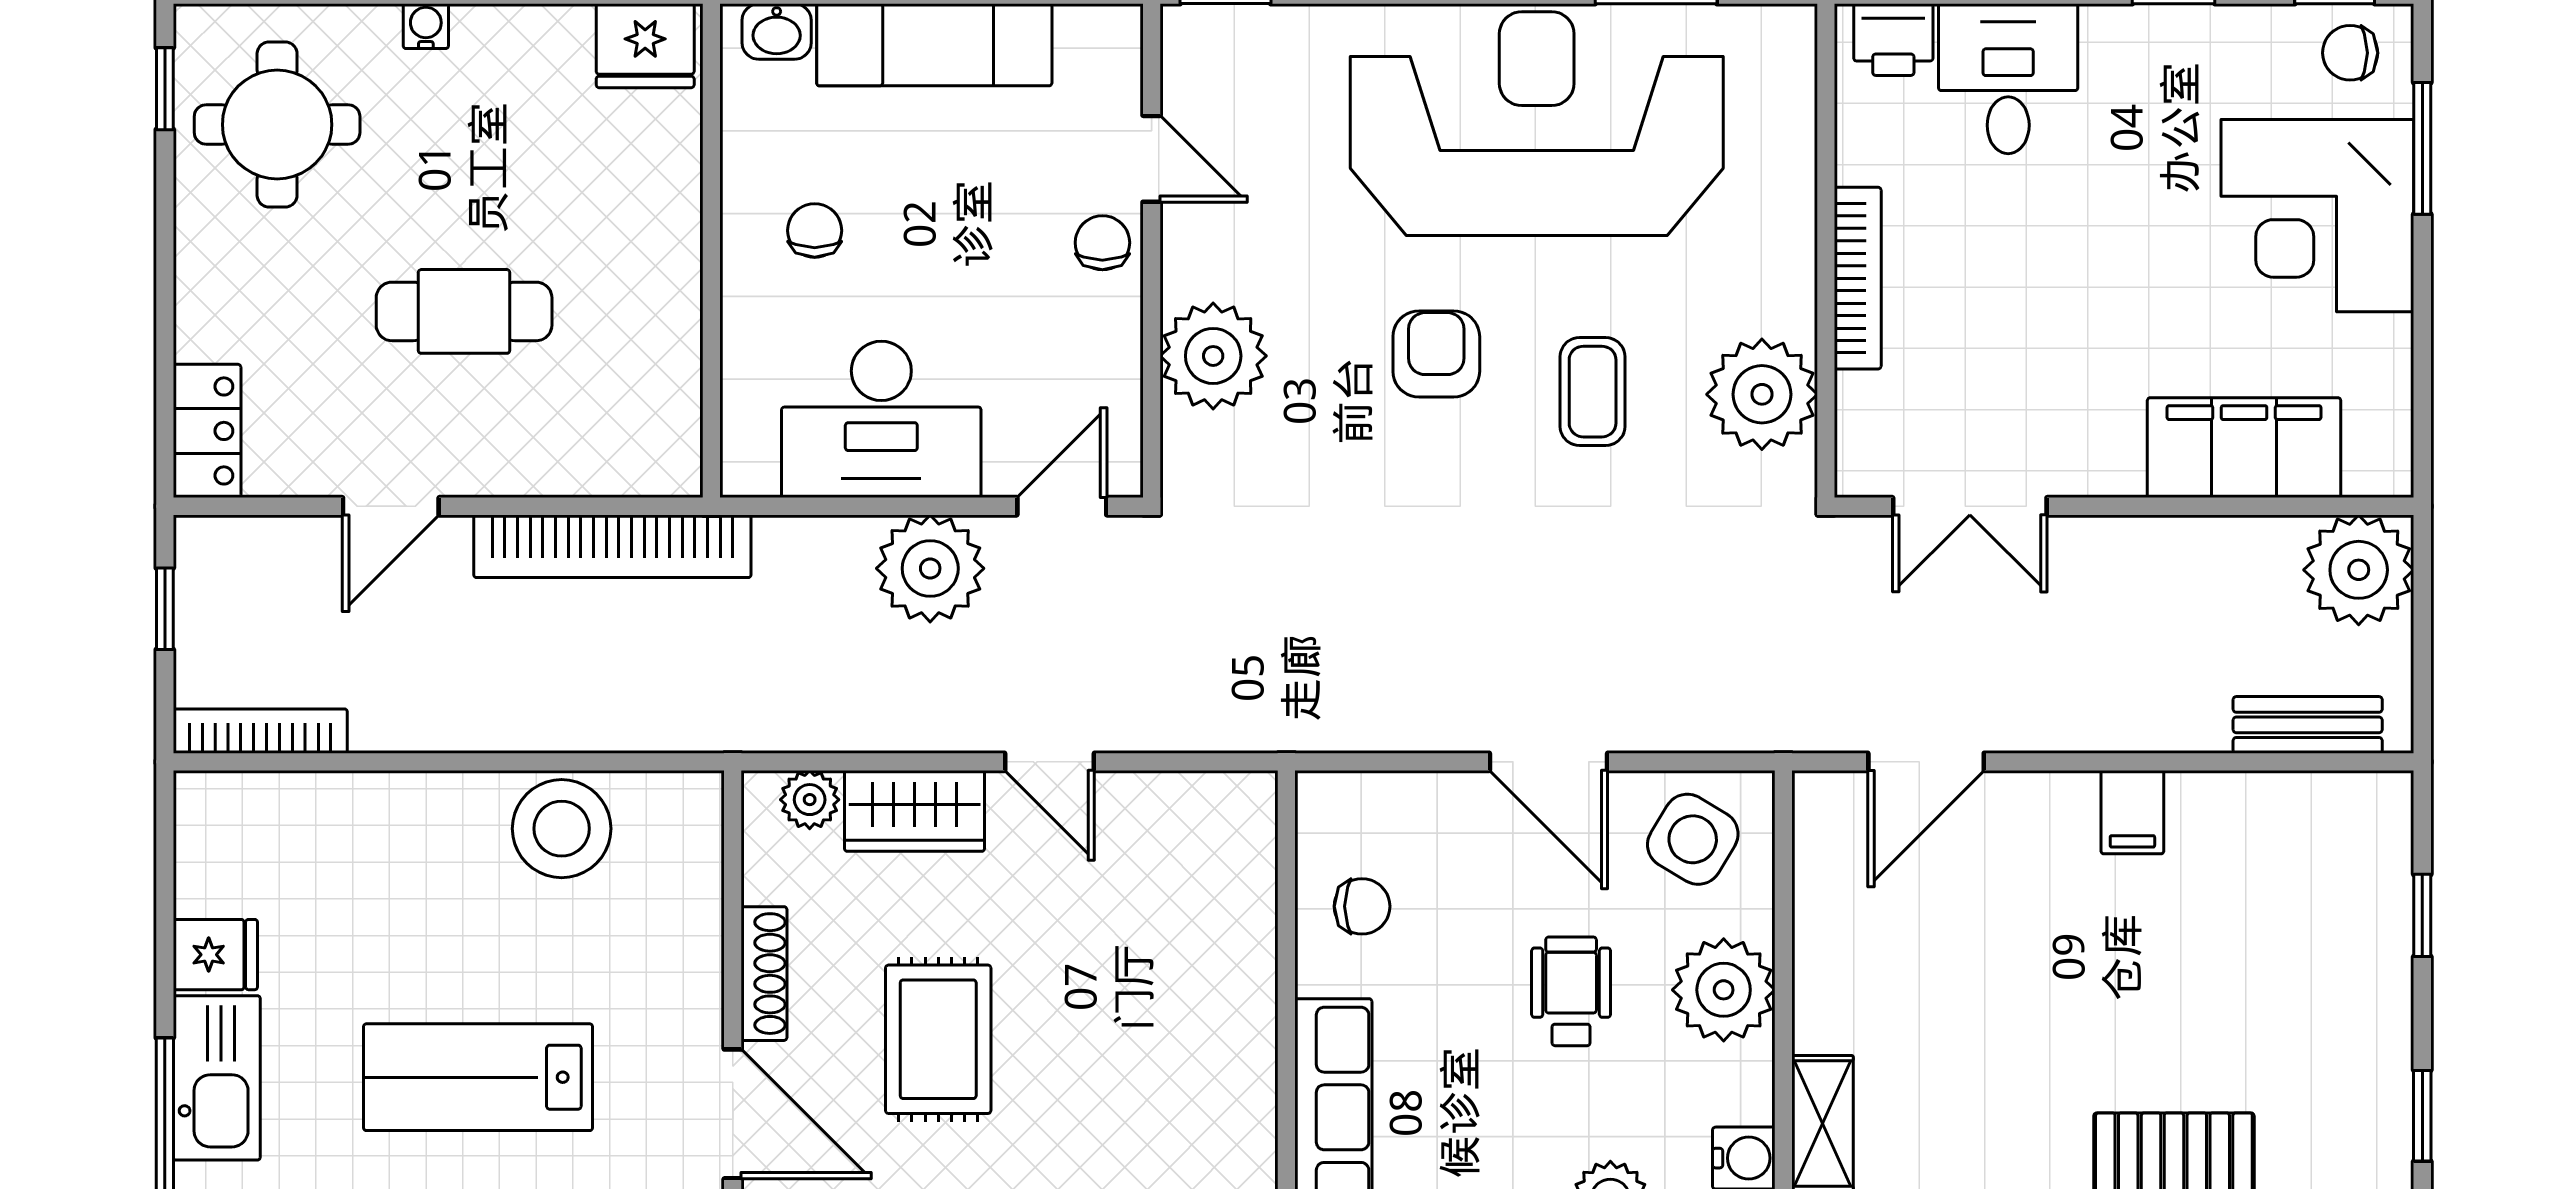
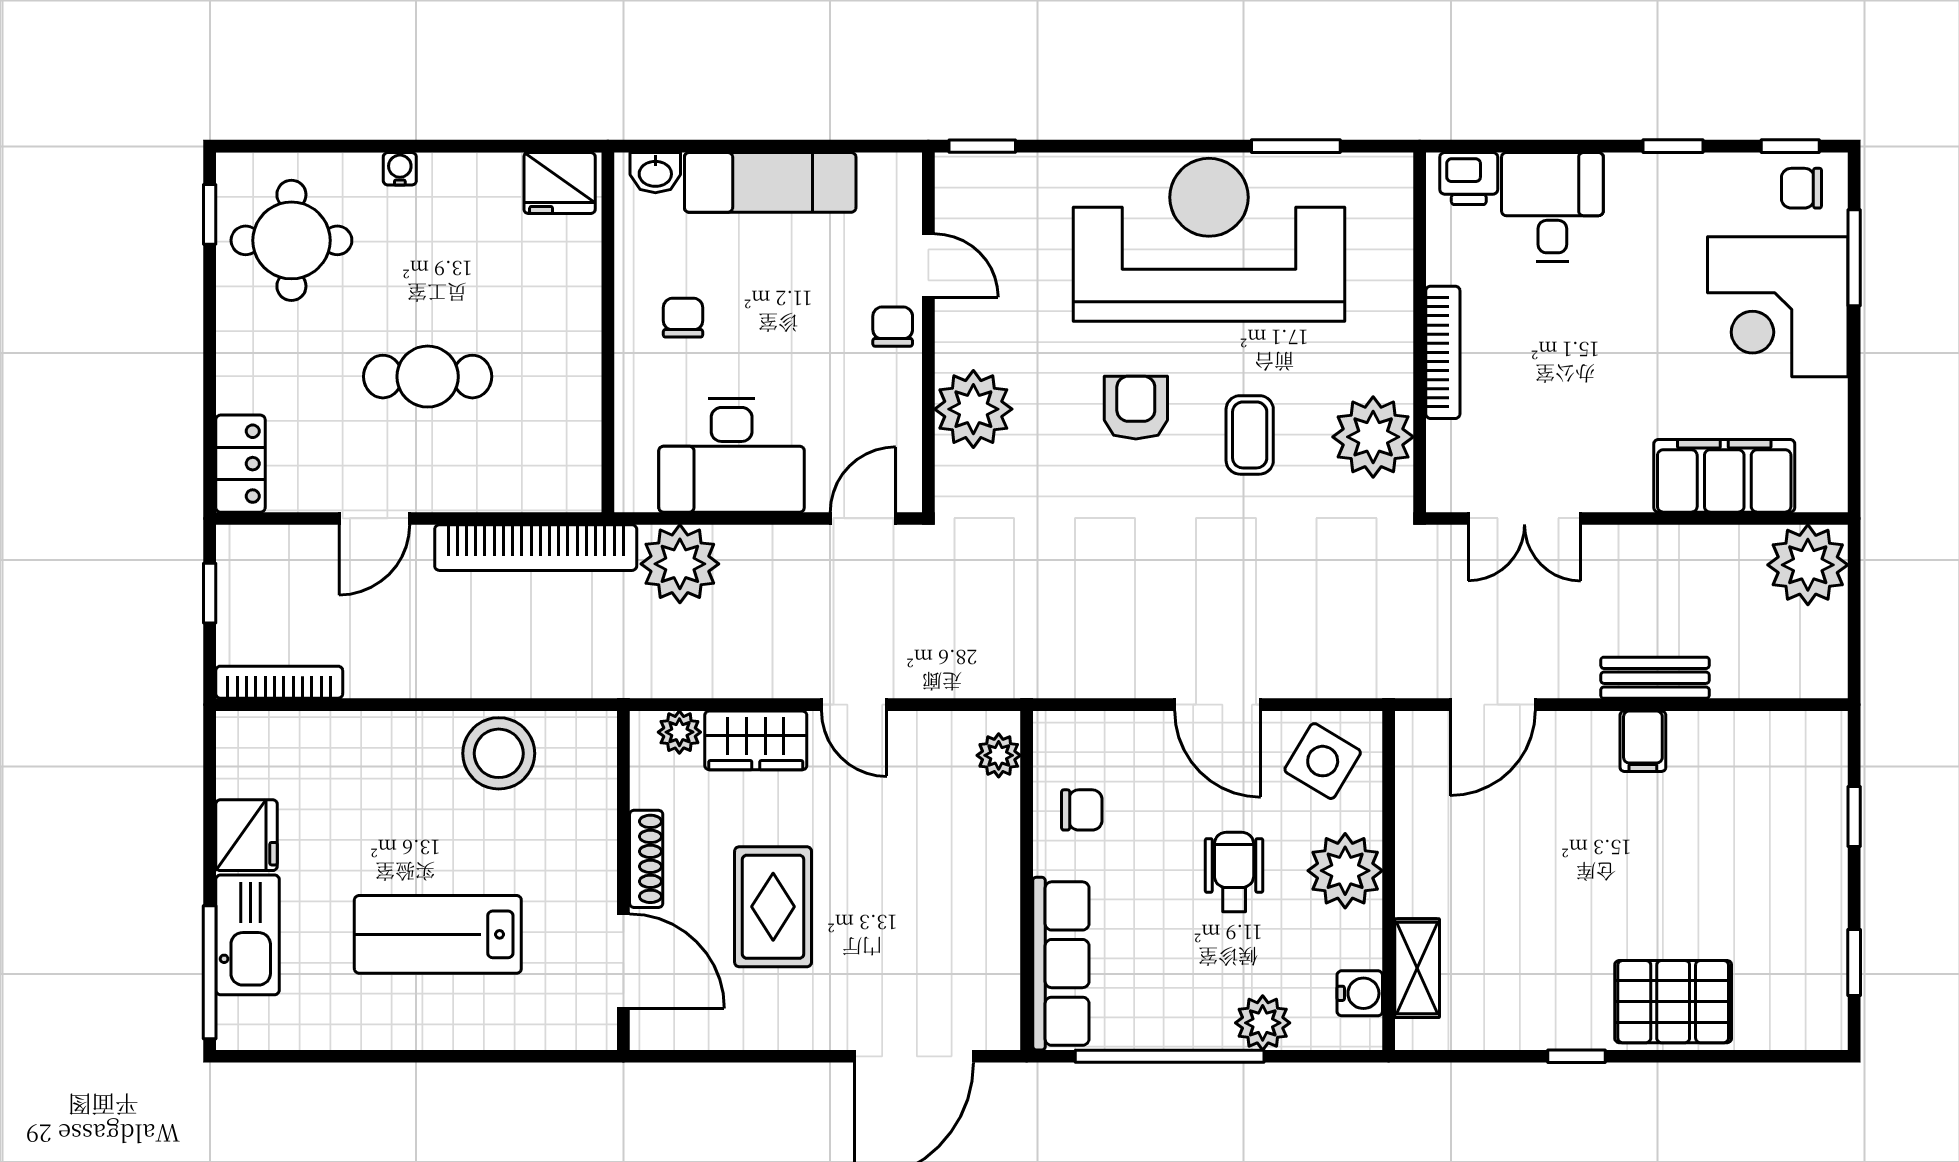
plant: (930, 568) -> (680, 564), moved
bench: (2308, 725) -> (1655, 678), moved
plant: (1248, 831) -> (999, 755), added
fridge: (215, 955) -> (247, 835), width x1.38

